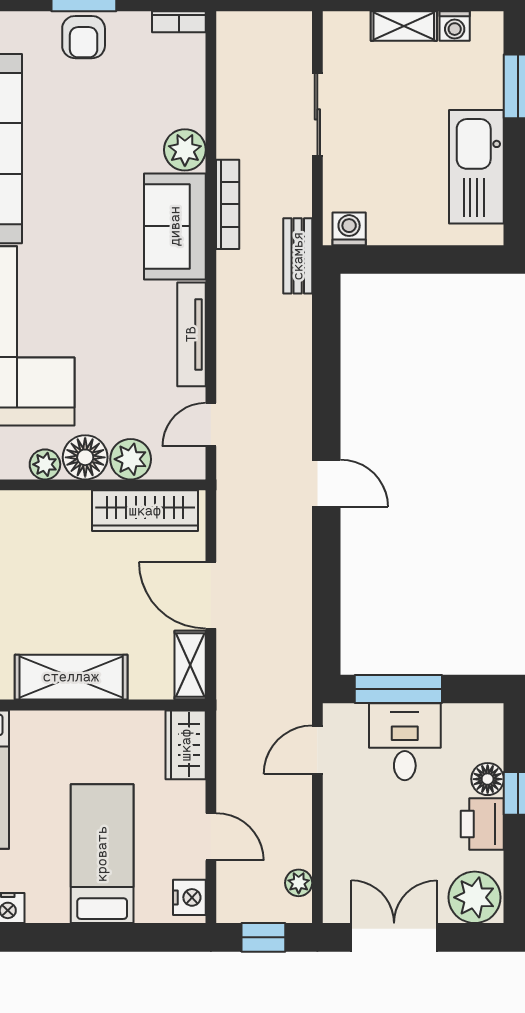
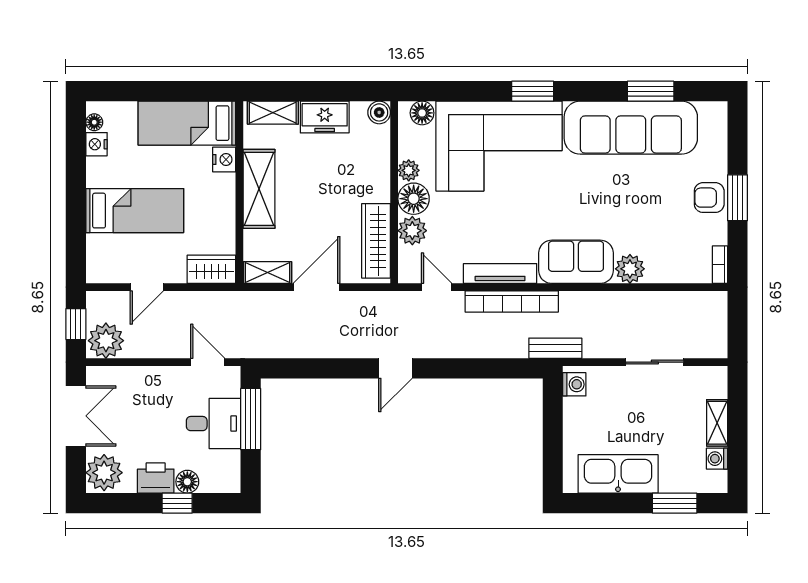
bookcase: (228, 204) -> (512, 301), moved, width x1.48, depth x1.31
plant: (299, 883) -> (106, 341), width x1.88, depth x1.88
nightstand: (189, 897) -> (224, 159), moved, turned -90

